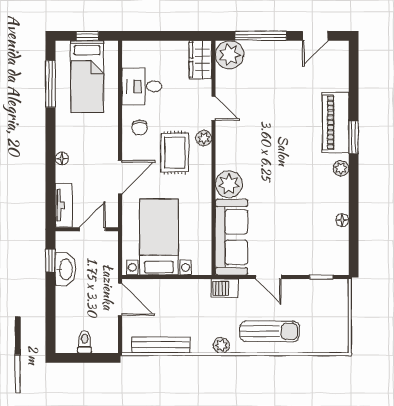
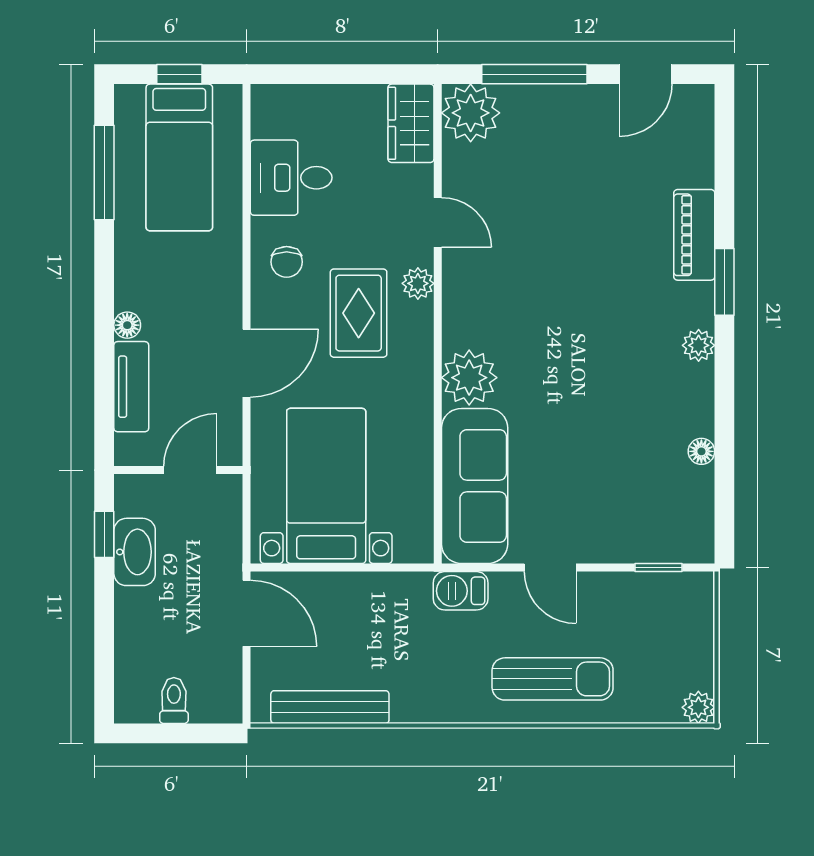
piano: (336, 122) -> (694, 235), width x0.73, depth x0.75
tv unit: (64, 205) -> (131, 387), moved
plant: (221, 345) -> (698, 707), moved

